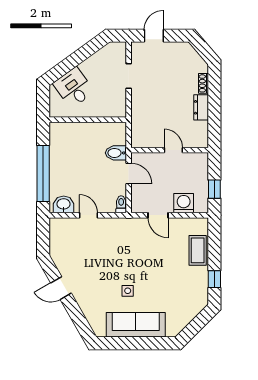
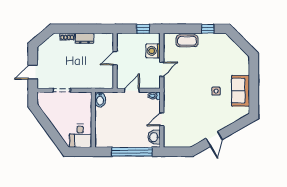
door: (154, 36) -> (33, 72), hinge flipped
desk: (74, 88) -> (80, 136), moved, turned -54
bidet: (116, 153) -> (100, 99), moved
sofa: (136, 325) -> (241, 91), width x0.73

